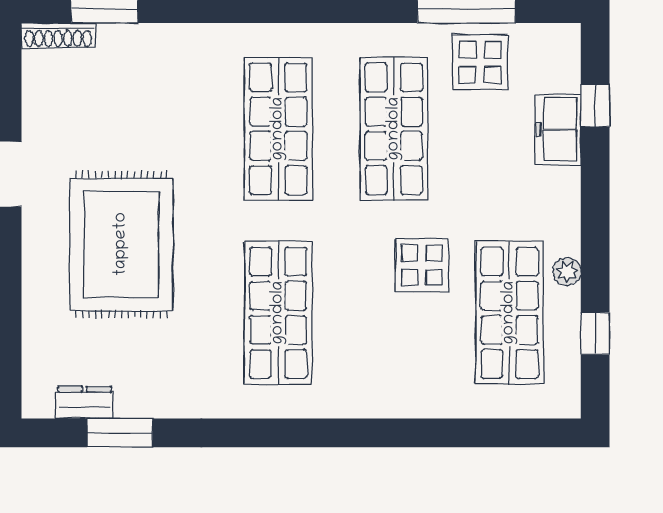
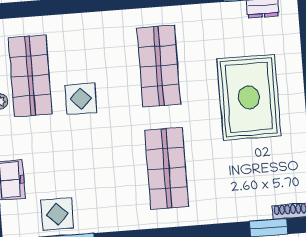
shop shelf: (394, 129) -> (102, 173), removed

